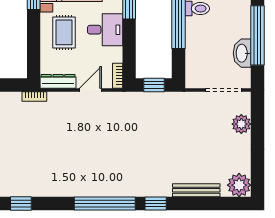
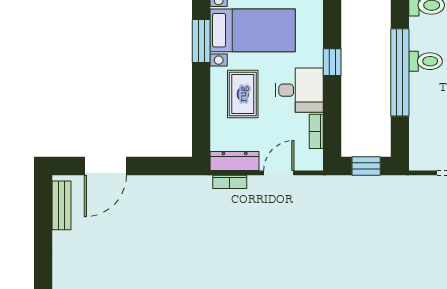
bookcase: (118, 76) -> (316, 131), moved
bookcase: (34, 96) -> (230, 182), moved

